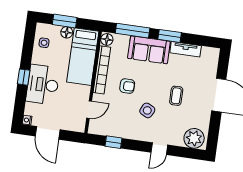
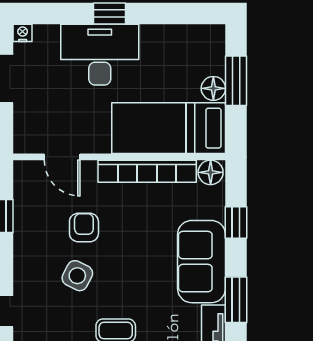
window: (133, 31) -> (236, 222), width x0.46
side table: (44, 43) -> (186, 45), removed
armchair: (127, 86) -> (84, 227), moved, turned 180

